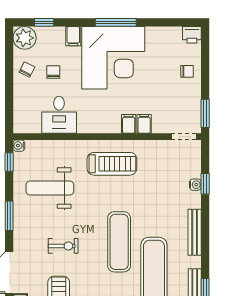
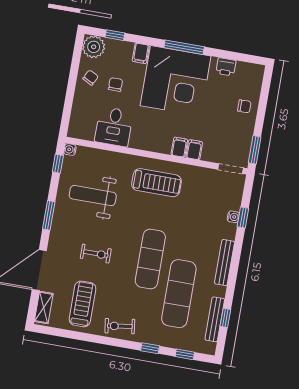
printer: (192, 35) -> (226, 67), moved

